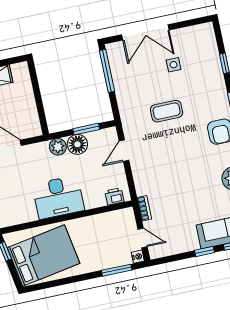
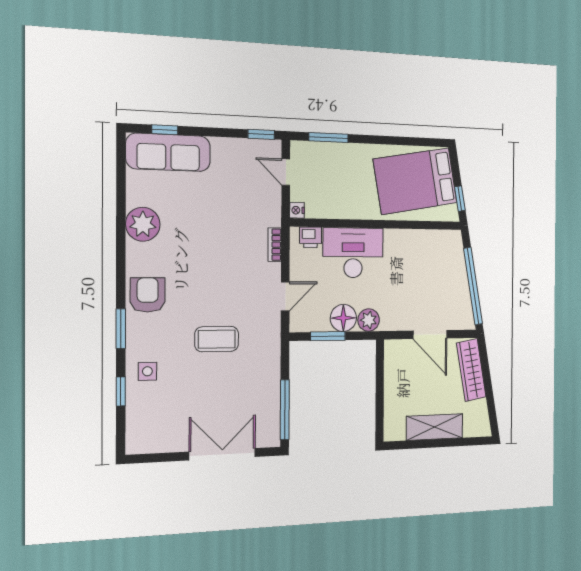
side table: (174, 65) -> (147, 371), moved
desk: (58, 197) -> (353, 253), moved
bookcase: (144, 208) -> (275, 245), moved
window: (205, 251) -> (261, 134), moved
nightstand: (138, 257) -> (297, 210), moved

